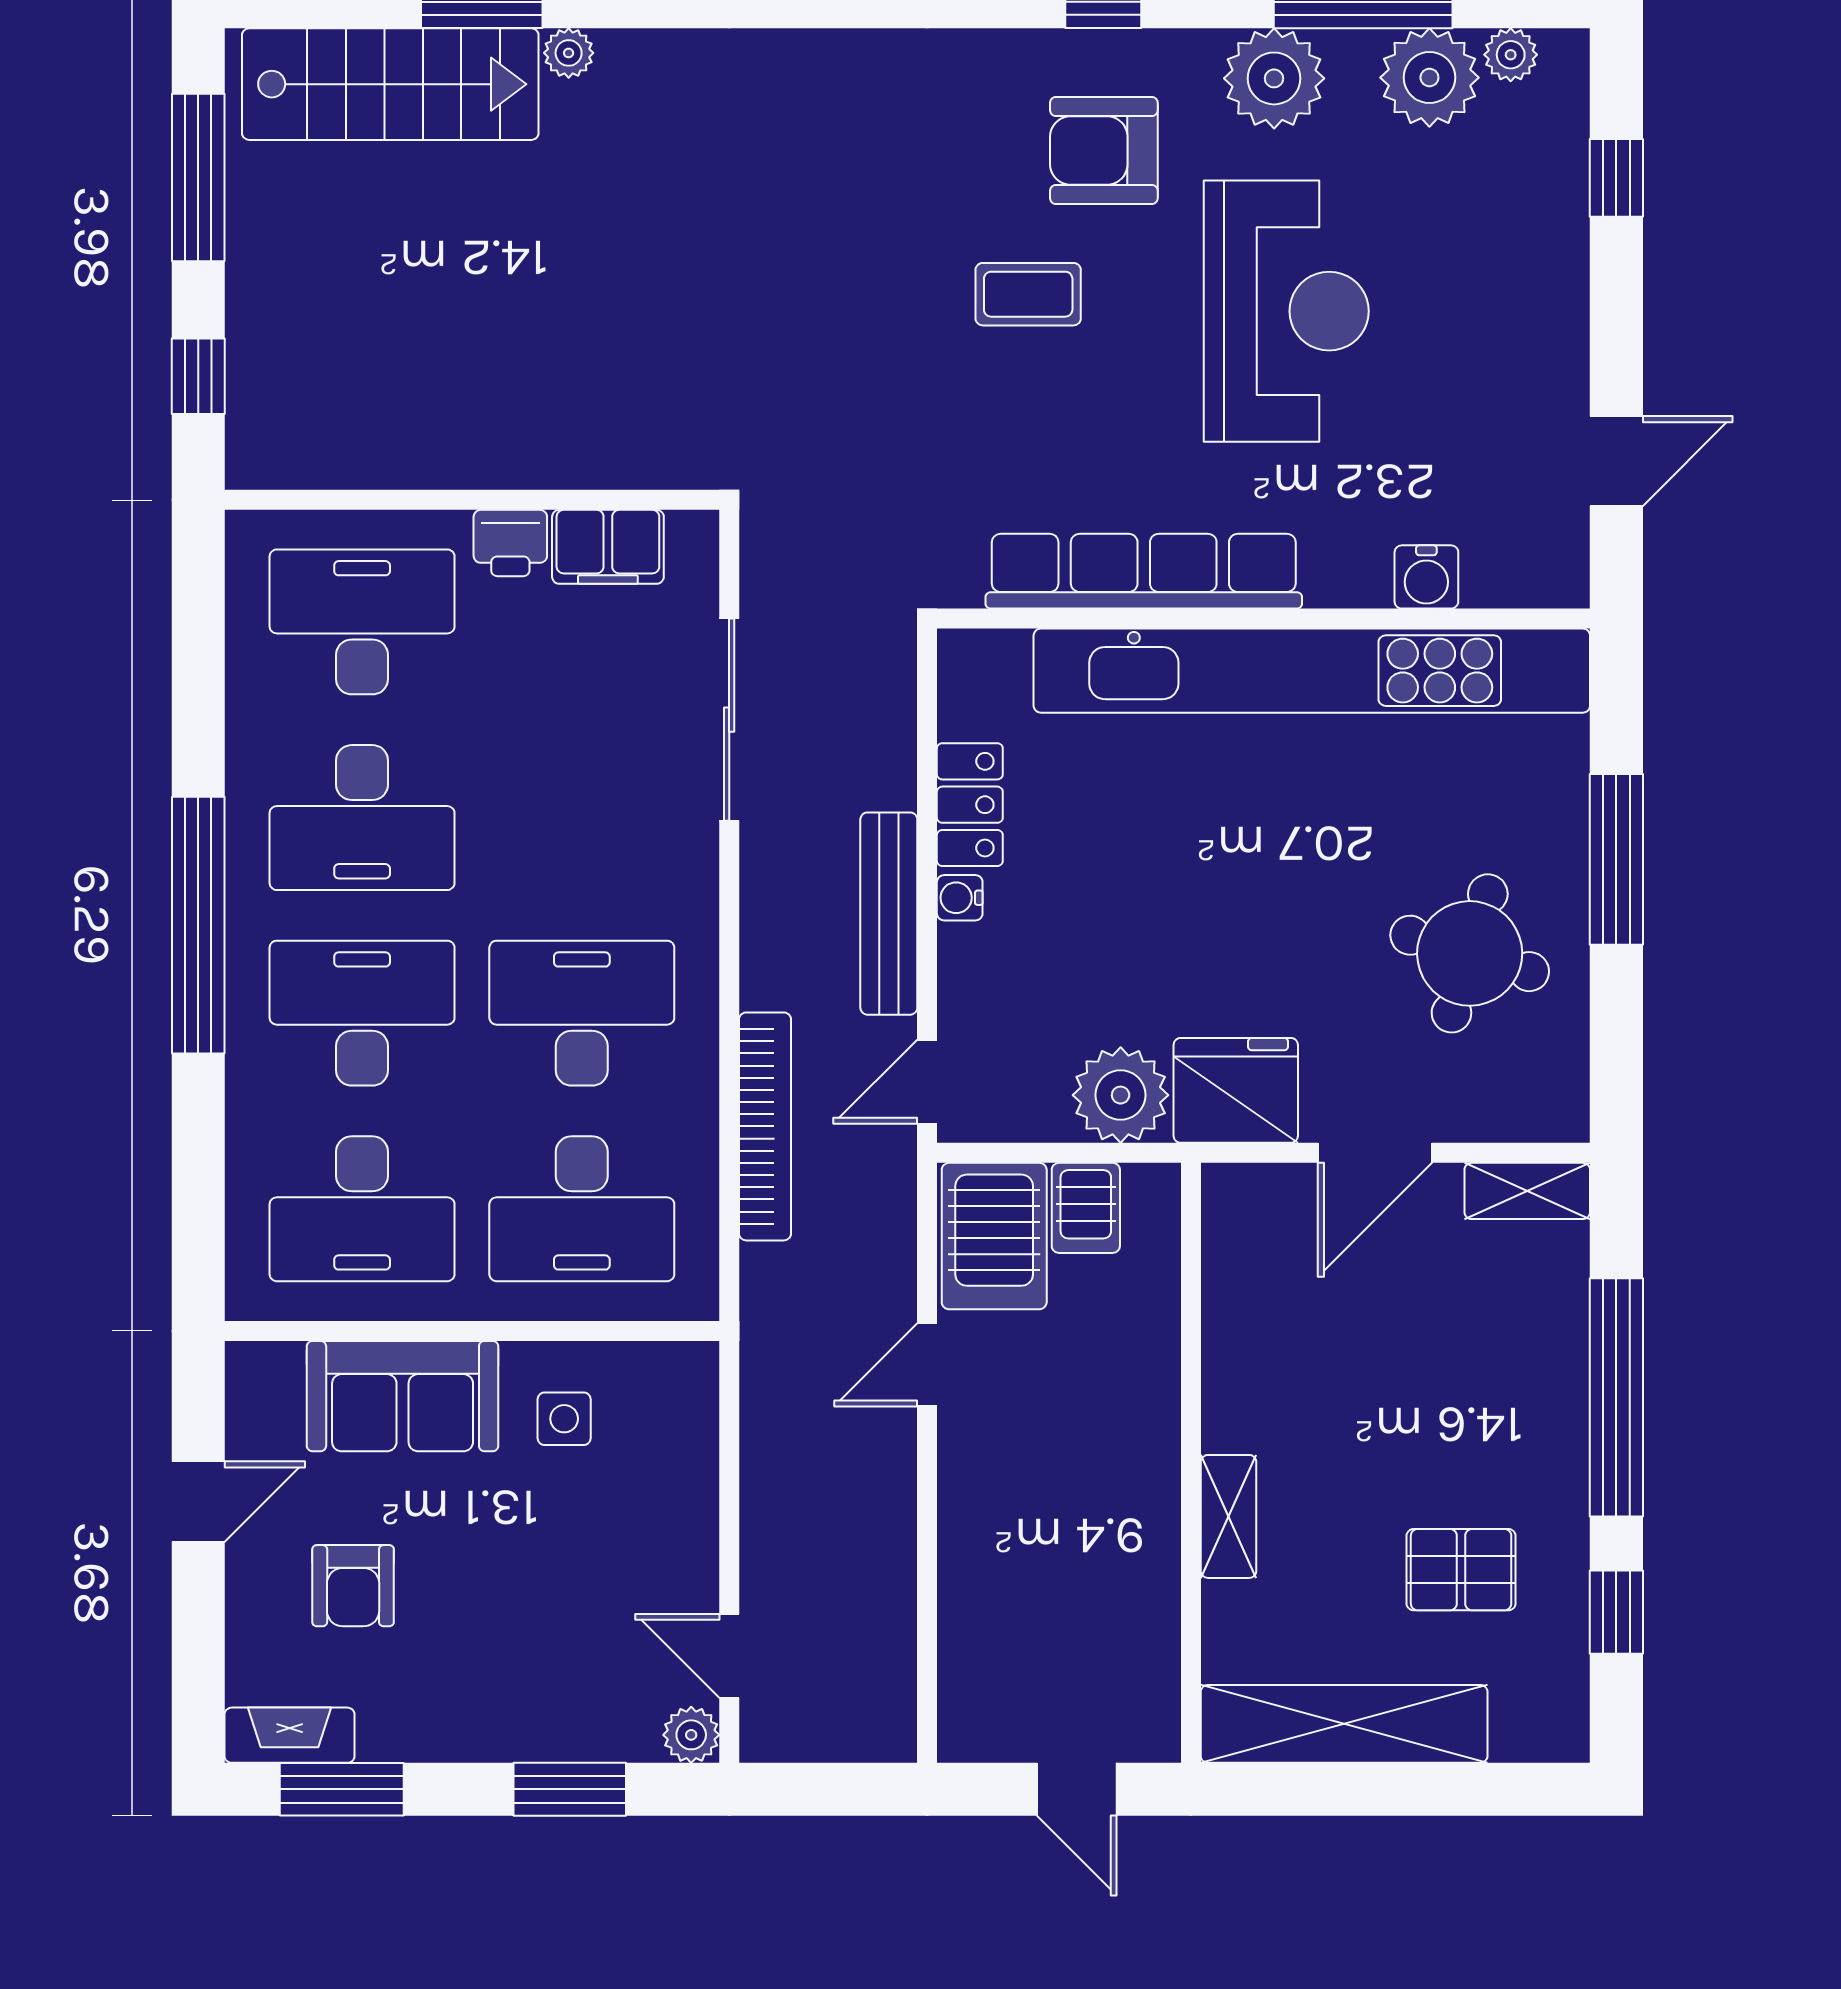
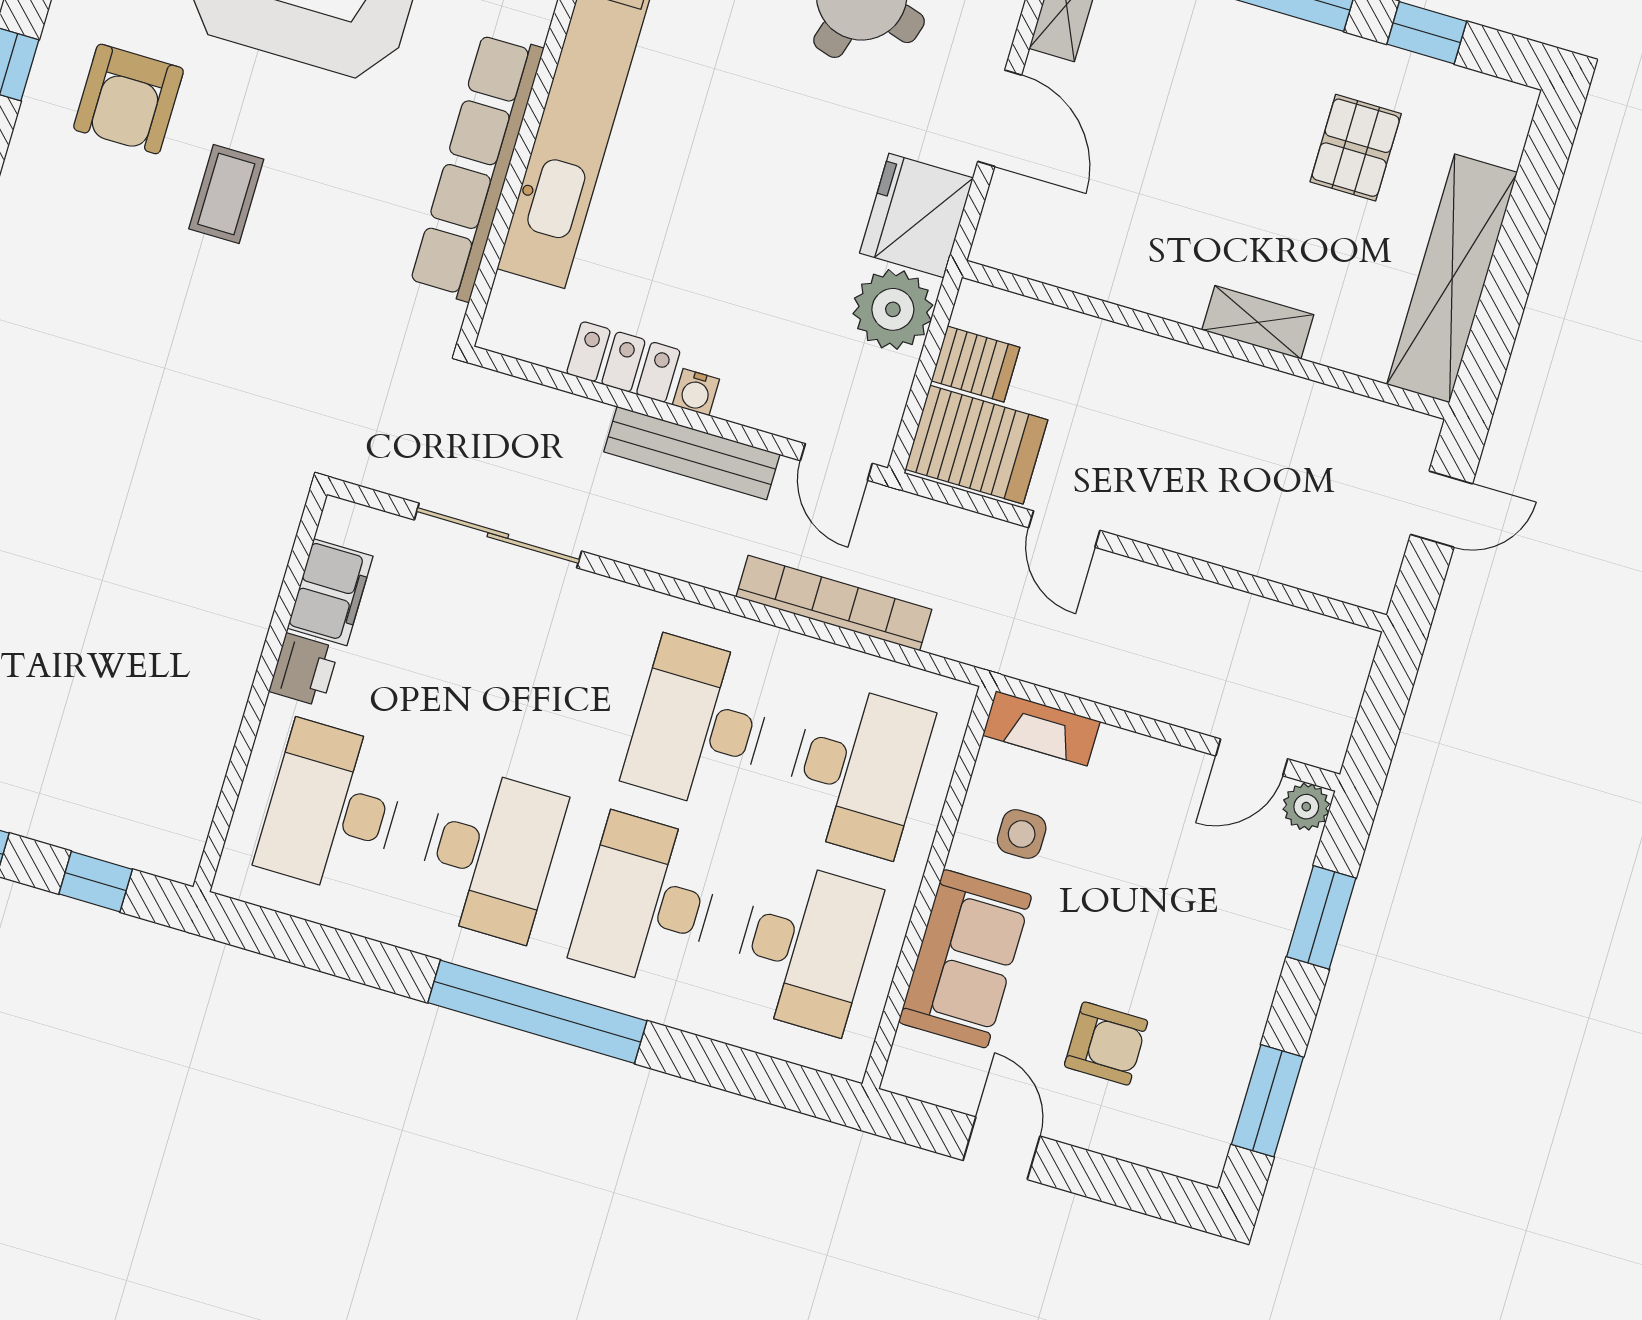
fireplace: (290, 1735) -> (1041, 728), moved, turned -90

